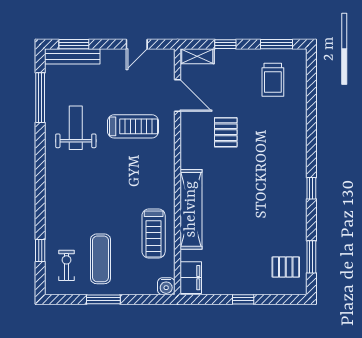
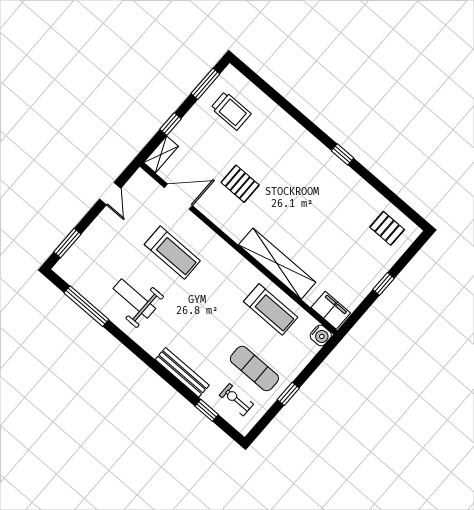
bench: (72, 56) -> (182, 372), moved, turned 90
treadmill: (133, 126) -> (172, 253), turned 90
window: (311, 257) -> (397, 201), removed
pallet: (286, 267) -> (387, 228), turned 90
window: (103, 299) -> (288, 394), width x0.67

